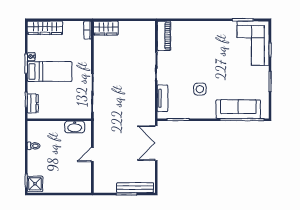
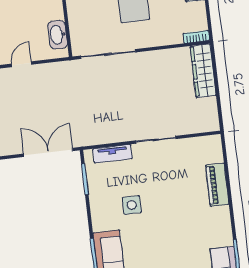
wardrobe: (106, 28) -> (203, 71), width x1.50
piano: (164, 36) -> (217, 185), moved, turned 90
door: (92, 155) -> (22, 64), hinge flipped

